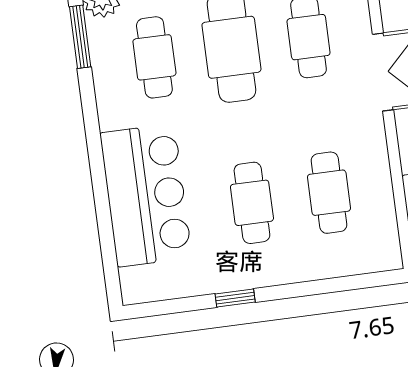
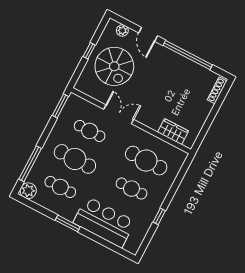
window: (80, 37) -> (68, 223), moved
cafe table: (329, 193) -> (146, 161), width x1.37, depth x1.35

